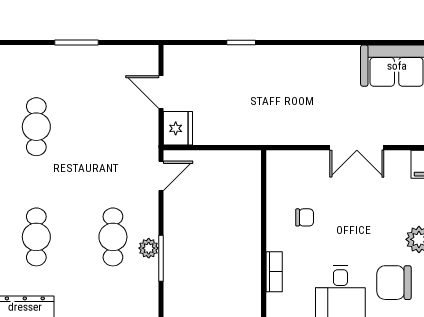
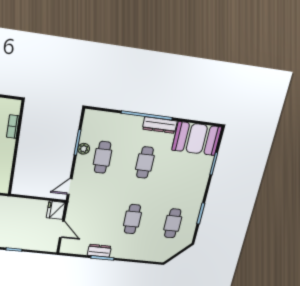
dresser: (85, 57) -> (99, 251), added

